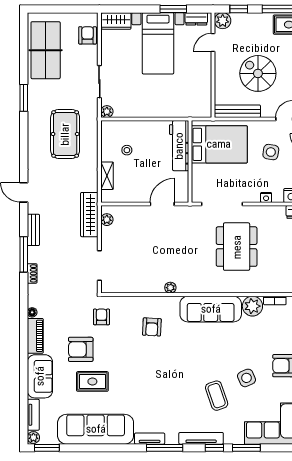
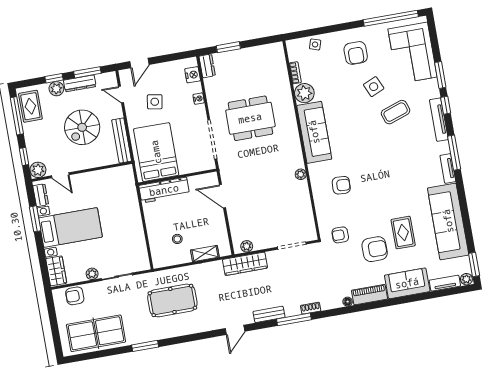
plant: (107, 112) -> (92, 274), moved
armchair: (81, 349) -> (375, 249), turned -90

